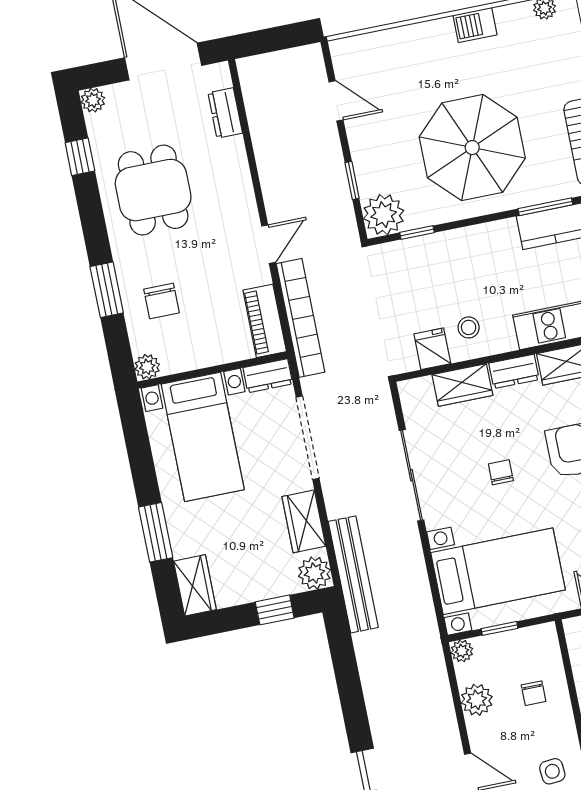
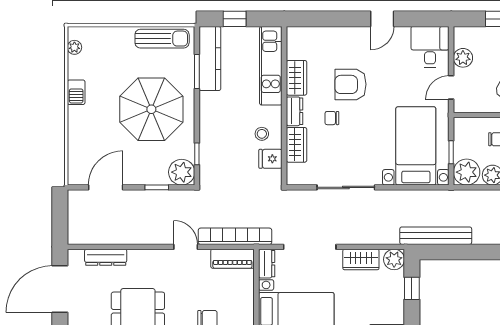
door: (336, 101) -> (106, 187), width x1.38
dresser: (225, 113) -> (106, 257), width x1.44
chair: (501, 472) -> (332, 118), moved
bench: (353, 574) -> (436, 236), moved
plant: (462, 651) -> (467, 172), width x1.88, depth x1.88

